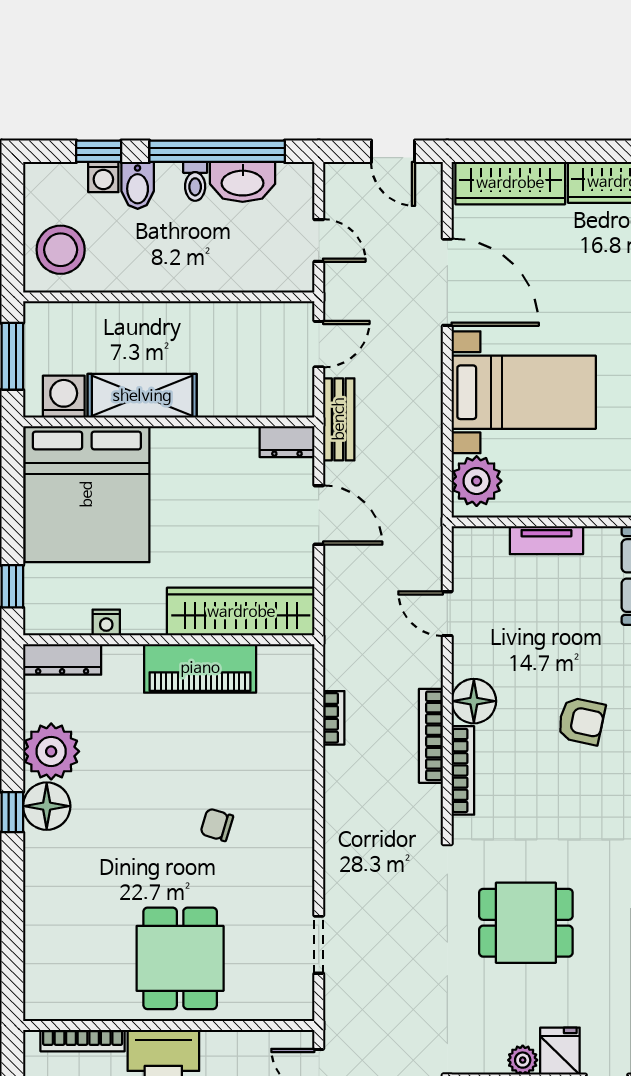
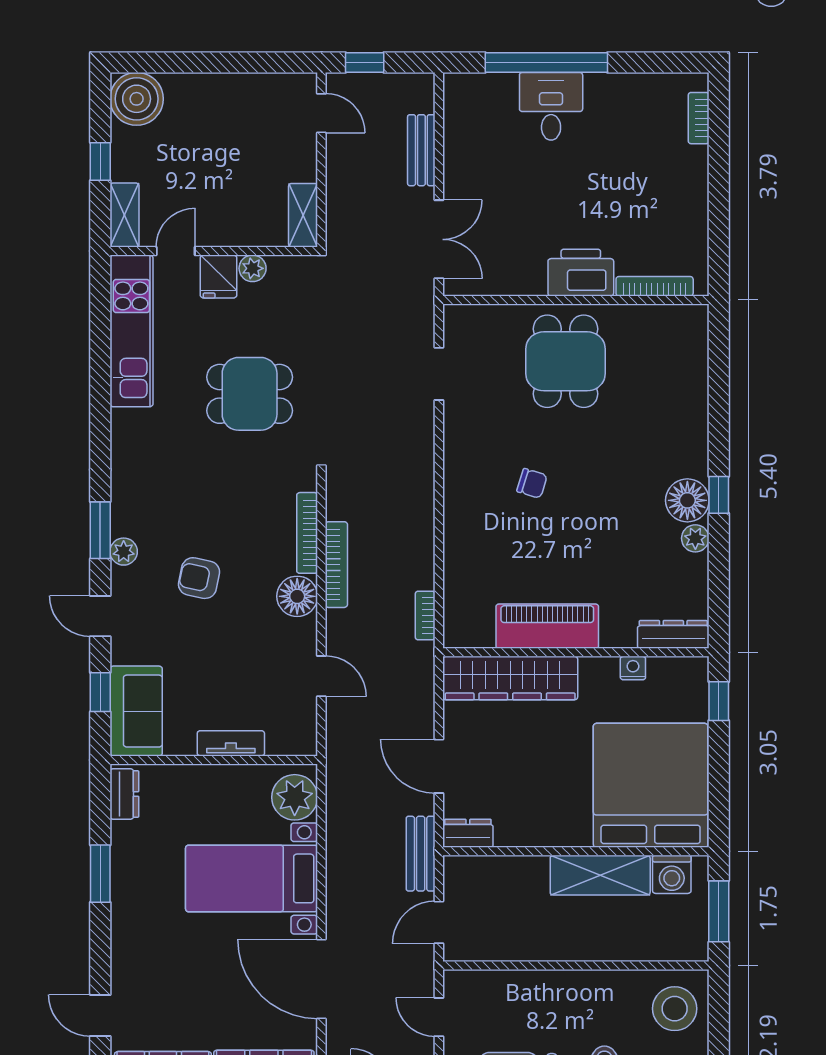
bookcase: (334, 718) -> (425, 616), moved
plant: (51, 751) -> (695, 538), width x0.53, depth x0.53

